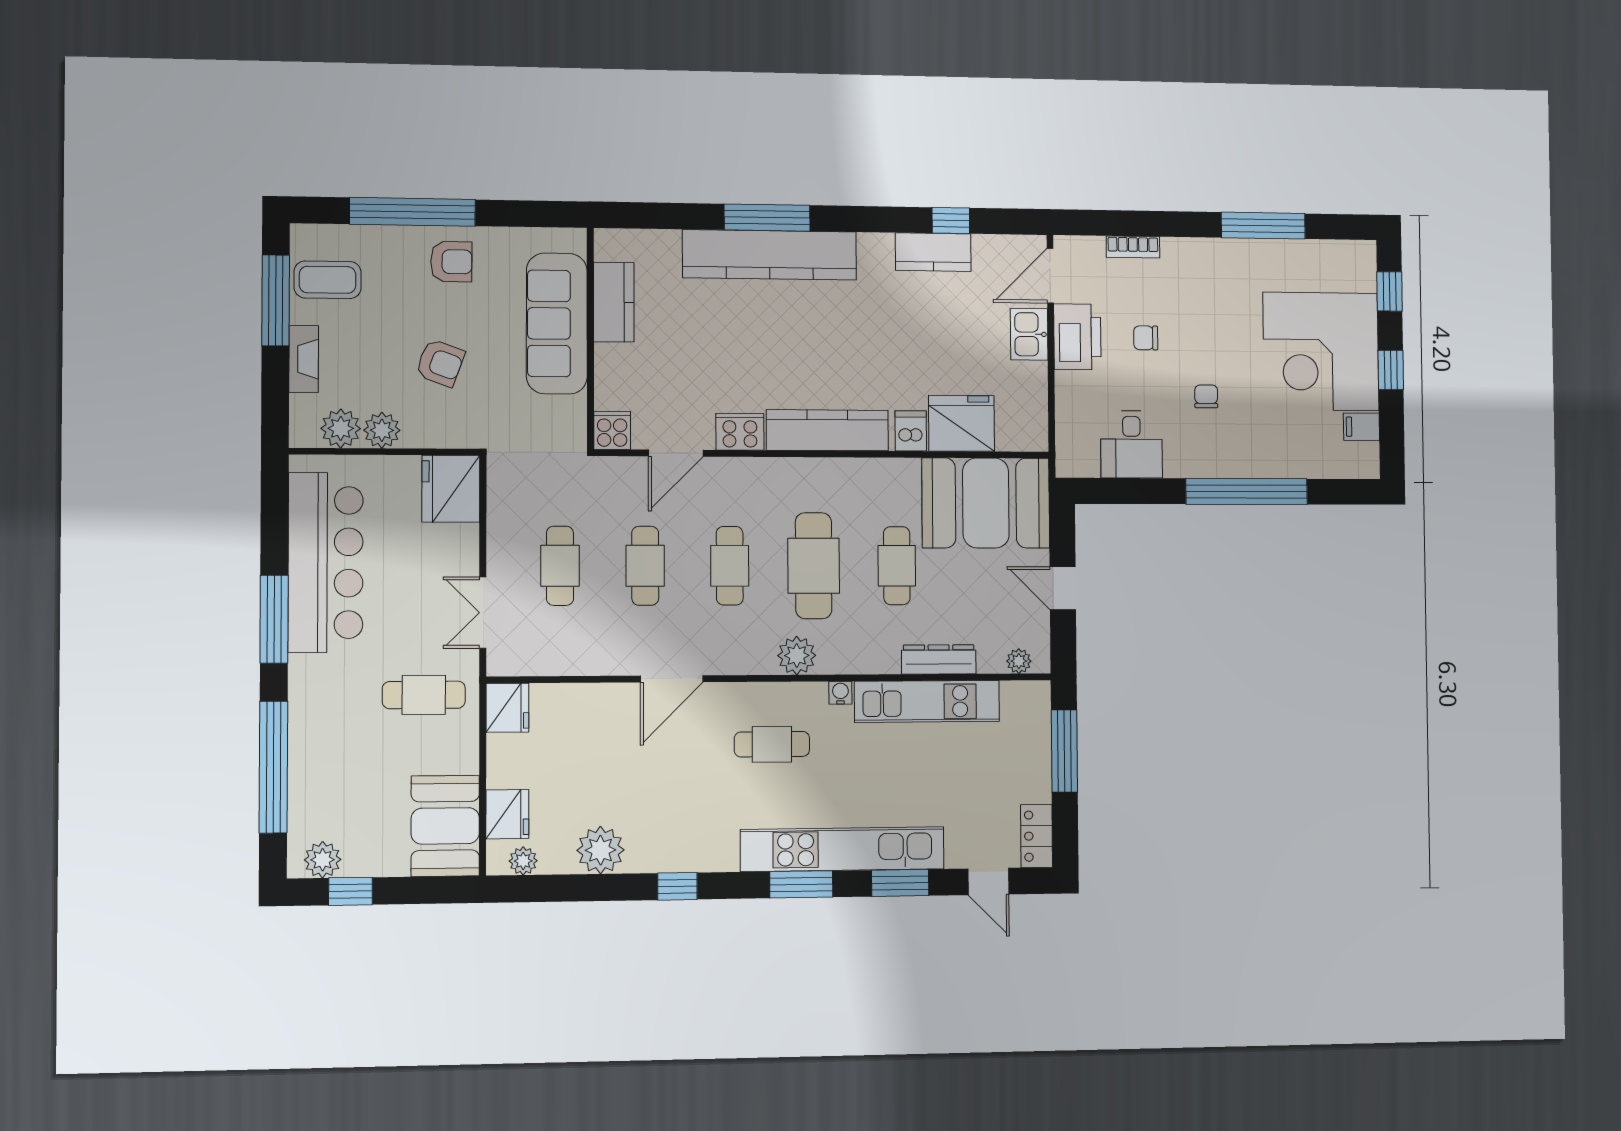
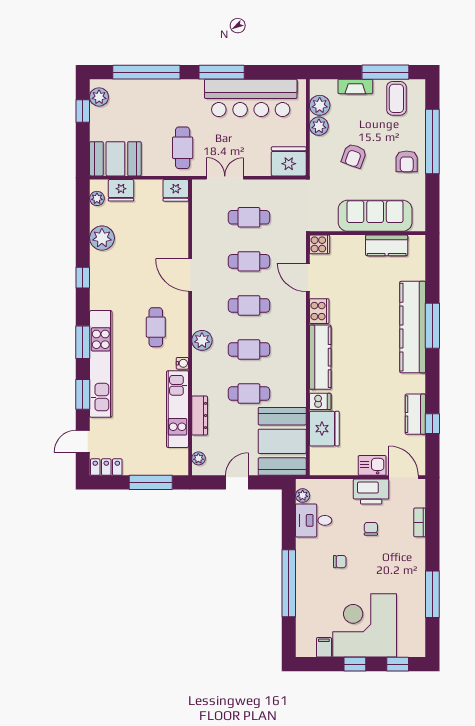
plant: (1086, 465) -> (303, 495), added
cafe table: (814, 566) -> (249, 349), width x0.73, depth x0.74

